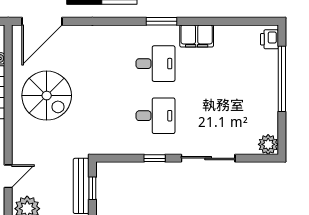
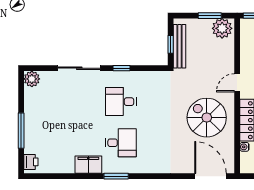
door: (42, 21) -> (210, 176), hinge flipped
desk: (155, 64) -> (121, 143), turned 180
window: (282, 79) -> (21, 131), width x0.68
door: (8, 176) -> (237, 83), moved

